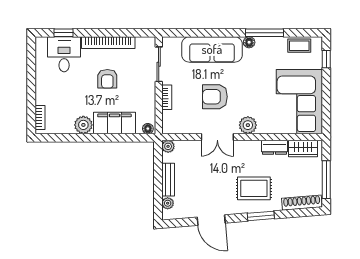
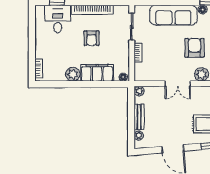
armchair: (215, 97) -> (194, 48), moved, turned 90

